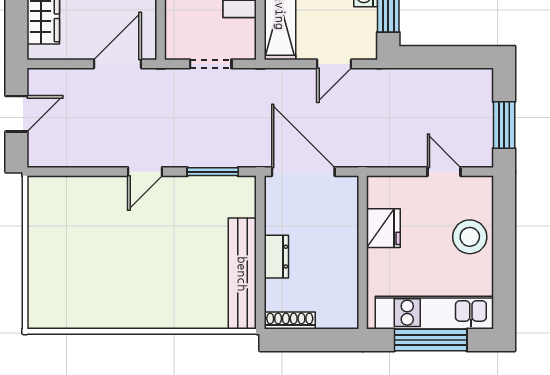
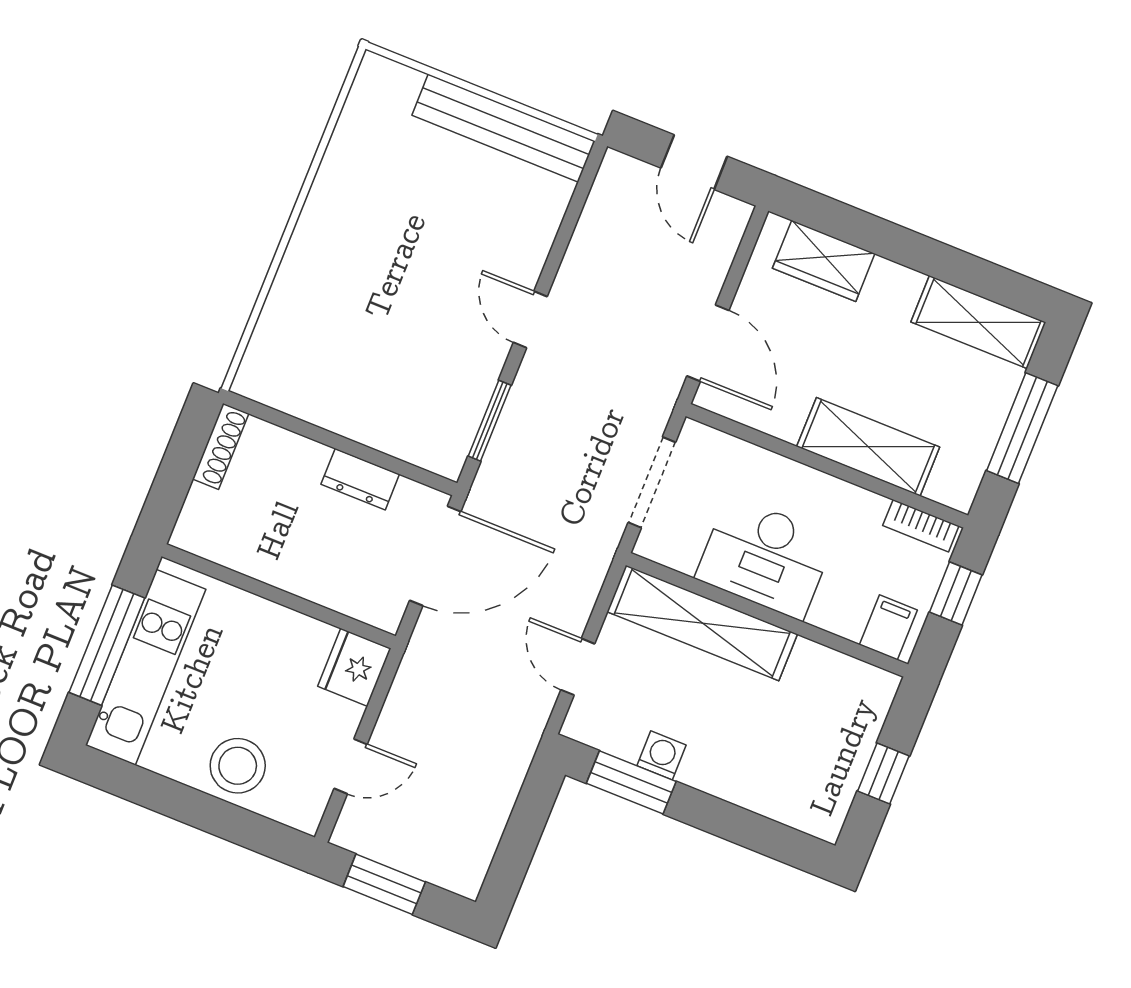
doorway: (211, 64) -> (652, 482), width x1.38
fridge: (383, 228) -> (354, 667), moved, turned 90
dresser: (276, 257) -> (360, 479), moved
bench: (242, 274) -> (503, 128), moved

